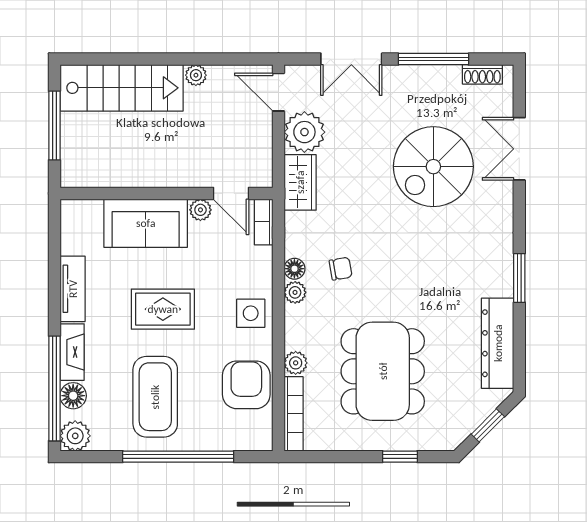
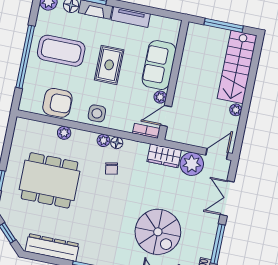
spiral stairs: (433, 167) -> (158, 232), turned 180
bookcase: (294, 414) -> (36, 126), removed

